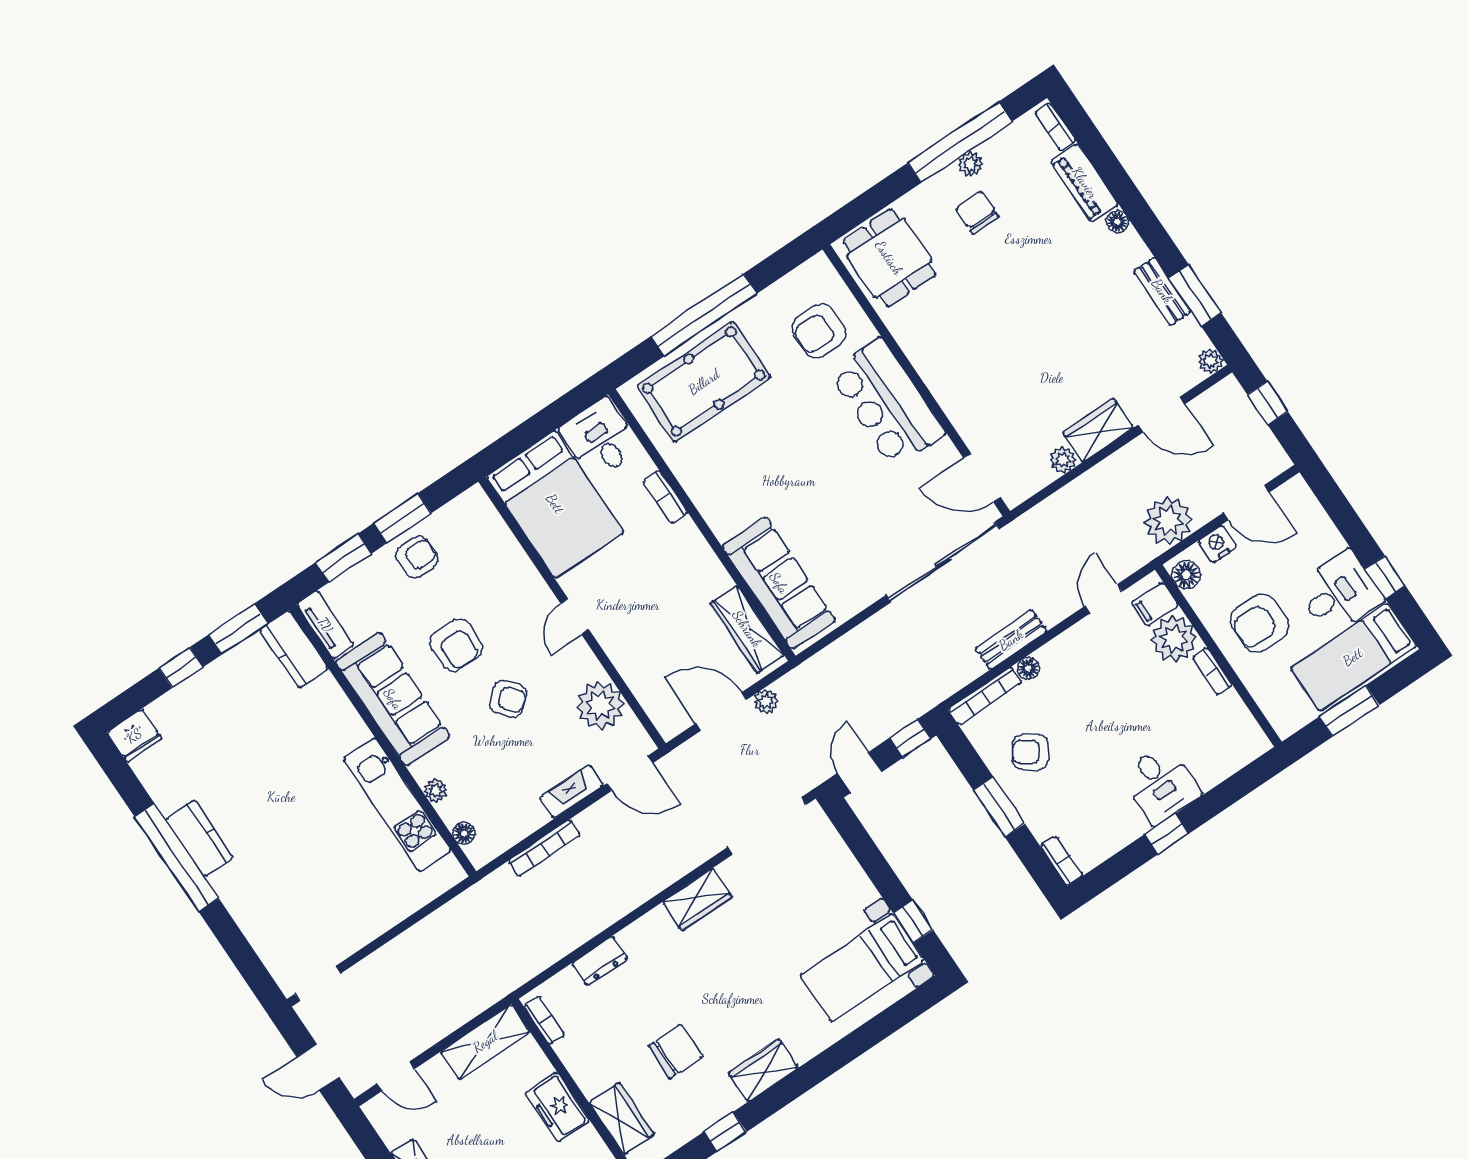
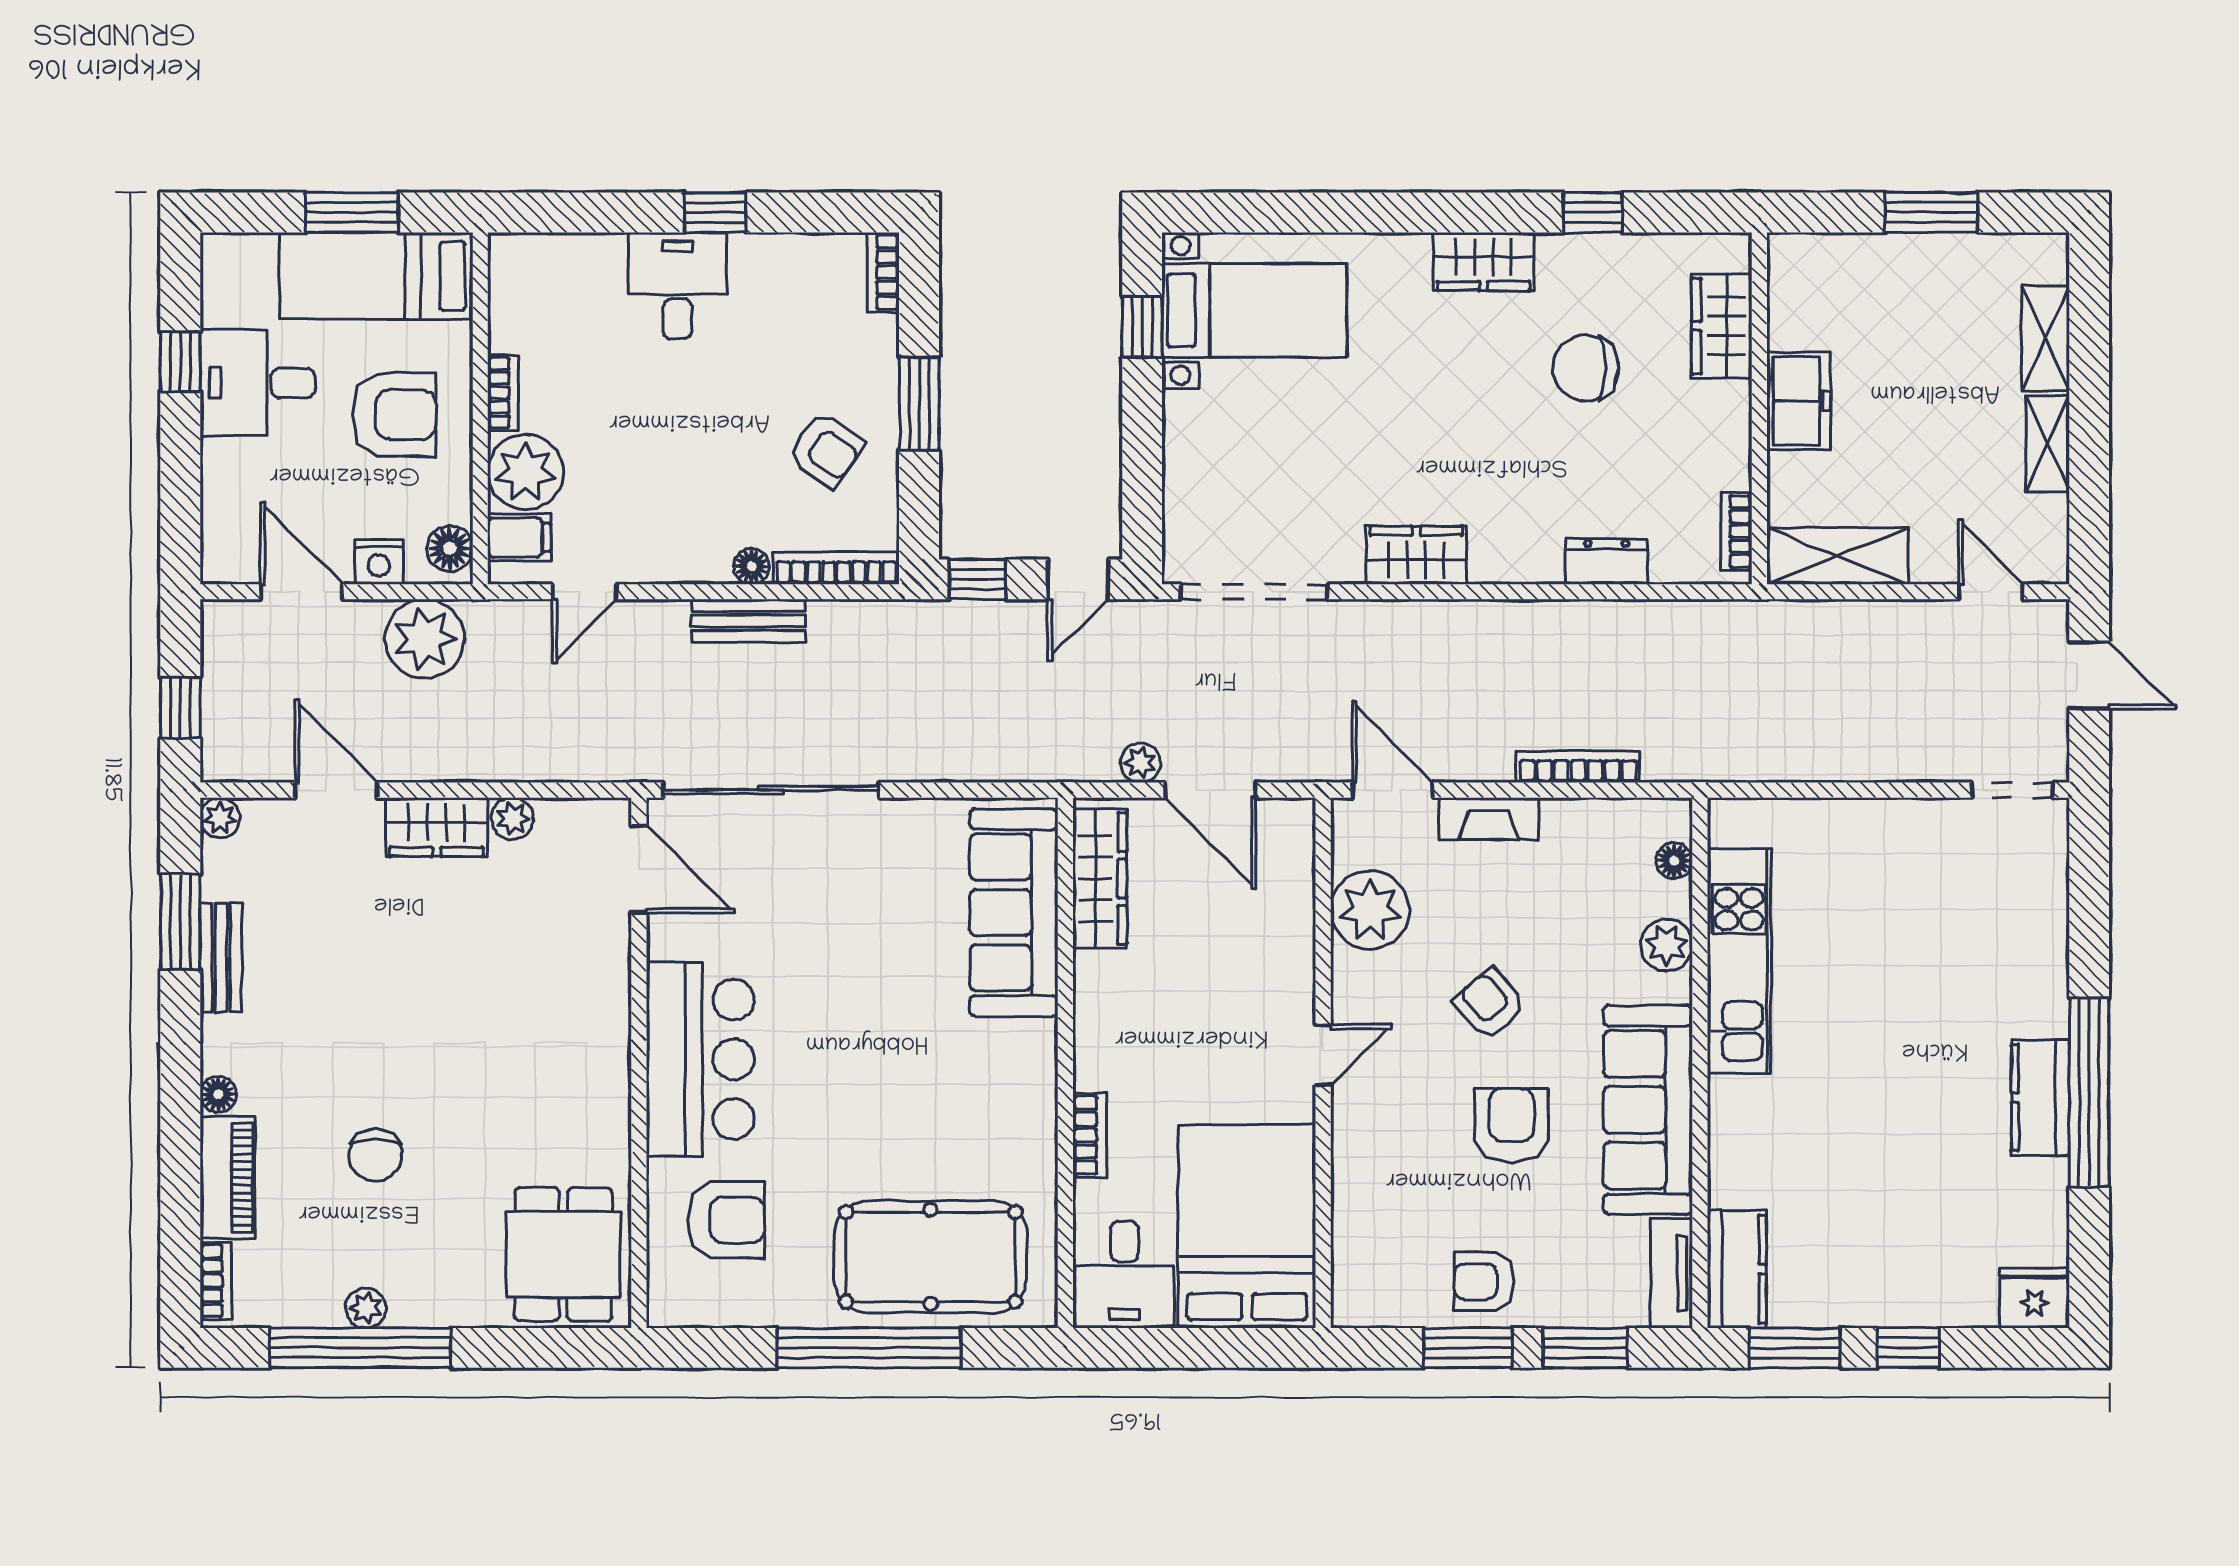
chair: (977, 213) -> (375, 1155), moved
bed: (1353, 657) -> (376, 276), moved, turned 180
plant: (436, 791) -> (1666, 945), width x1.38, depth x1.38

